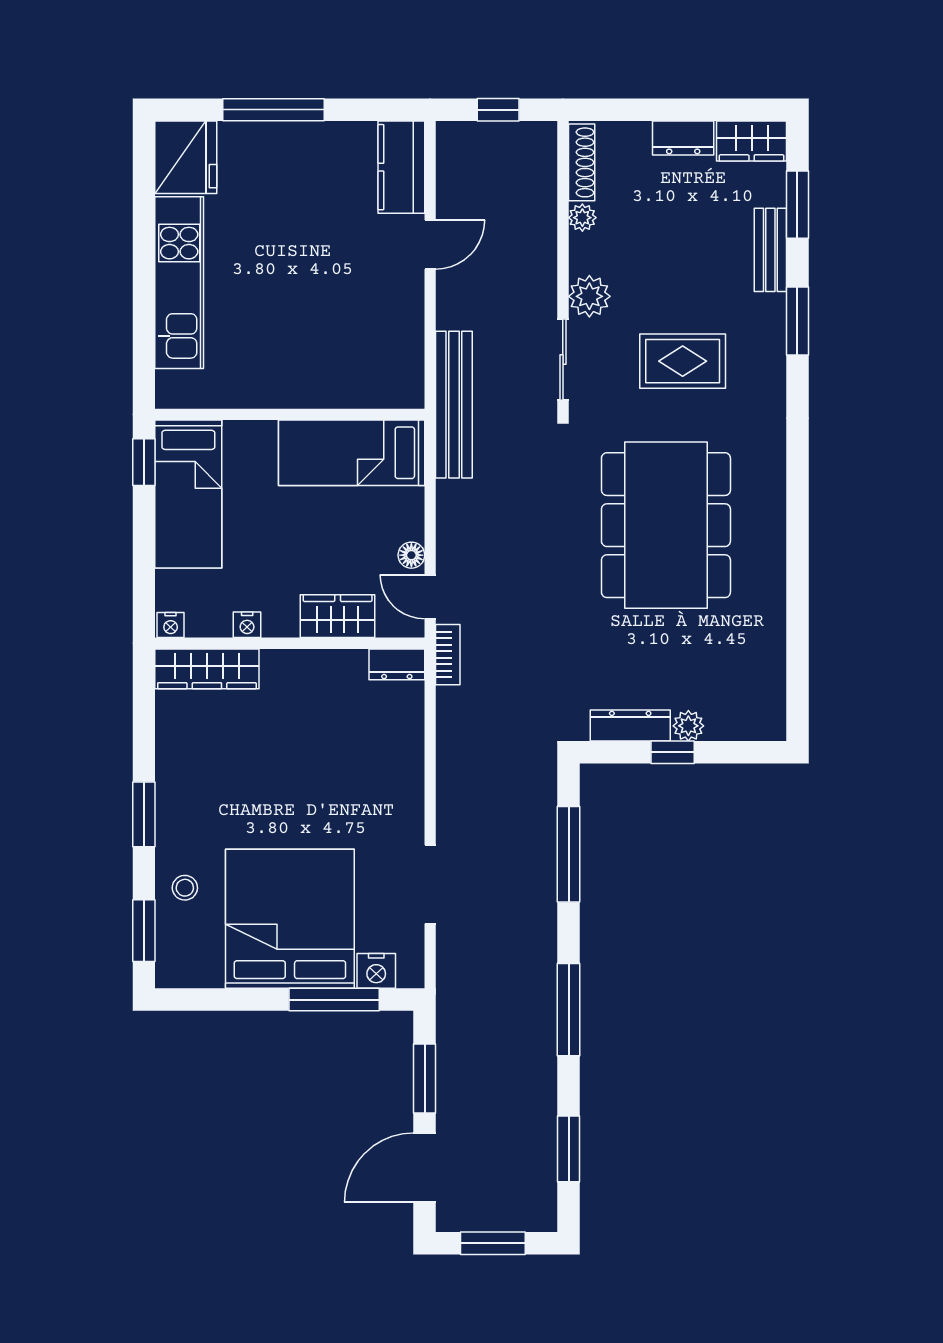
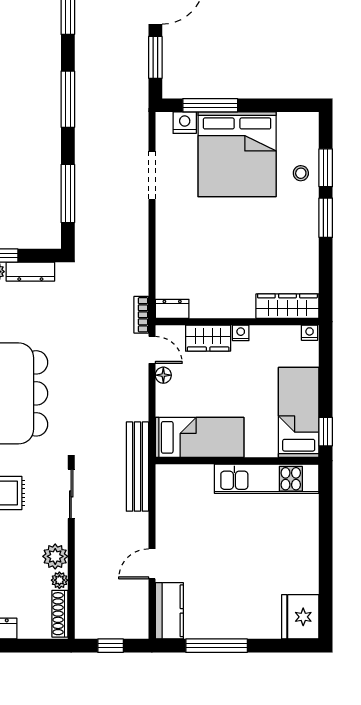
window: (273, 110) -> (217, 646), moved
kitchen unit: (179, 283) -> (267, 479), moved, turned -90
plant: (589, 296) -> (55, 556), moved
nightstand: (247, 625) -> (241, 333), moved
window: (144, 931) -> (326, 168), moved

